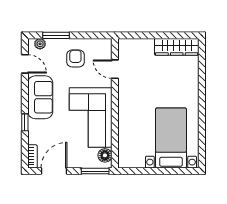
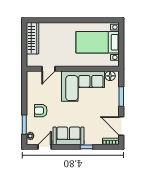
door: (115, 69) -> (48, 69), moved
wall: (115, 103) -> (73, 69), moved
corner sofa: (91, 117) -> (83, 86), moved
floor lamp: (105, 155) -> (110, 76), moved

